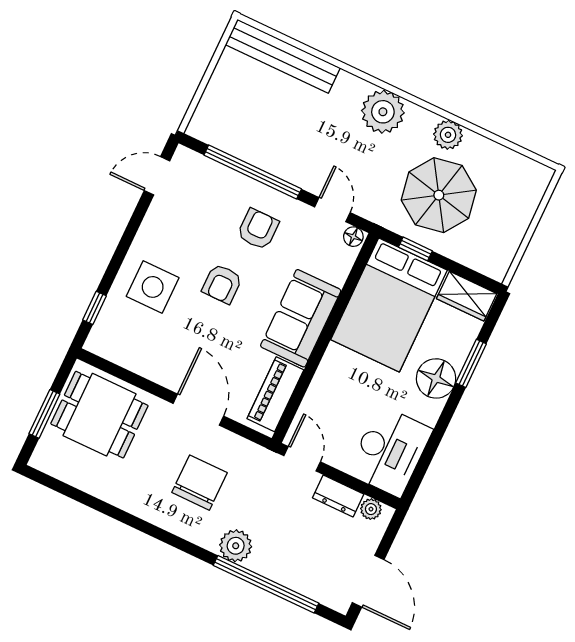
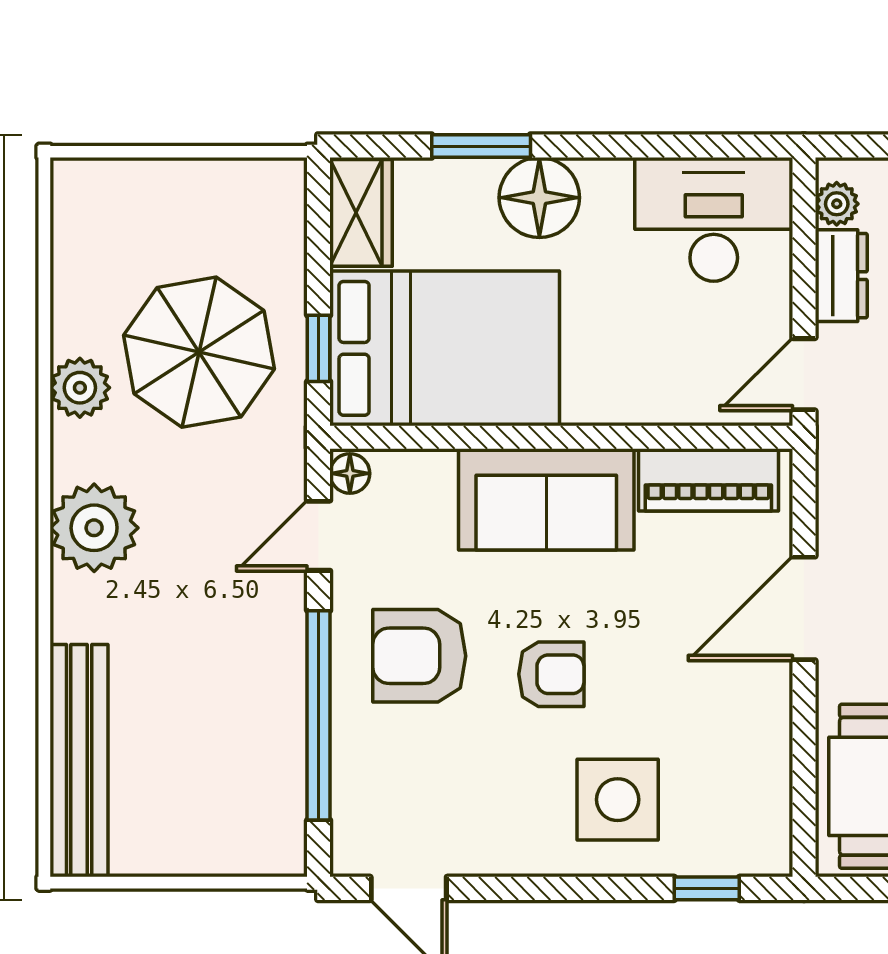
armchair: (258, 229) -> (419, 656), width x1.38, depth x1.38

